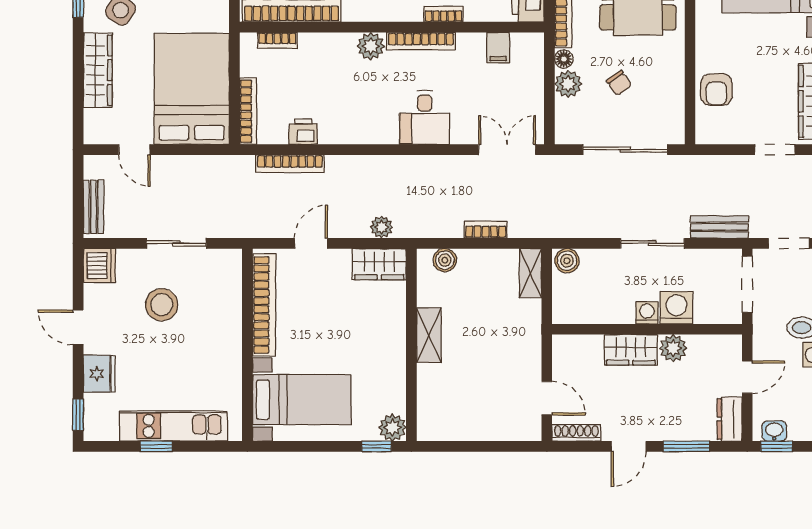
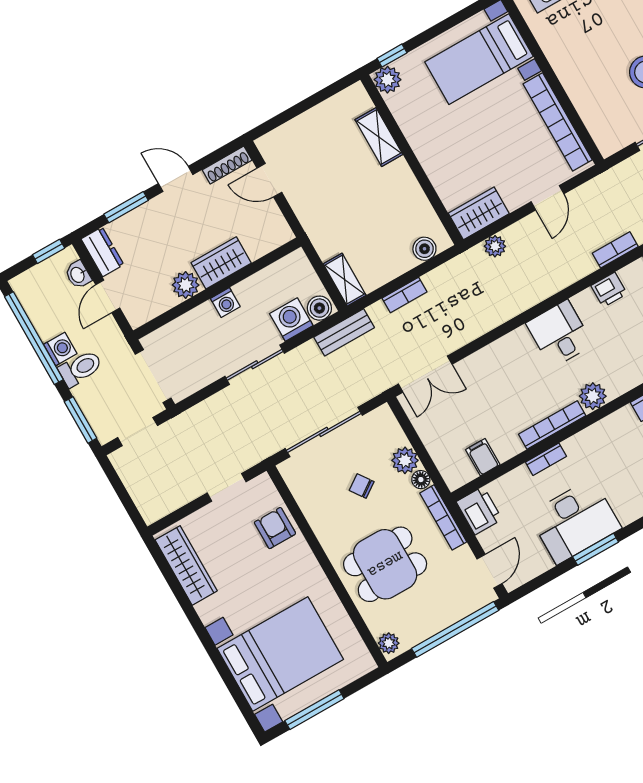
desk: (425, 118) -> (559, 334), moved
doorway: (775, 150) -> (227, 487), moved
bookcase: (290, 164) -> (615, 250), width x0.64
bench: (719, 227) -> (344, 332), moved
washing machine: (676, 308) -> (291, 320), moved, turned 180
shelving: (429, 335) -> (379, 137), moved
washbasin: (774, 431) -> (78, 275), moved, turned 90
door: (629, 446) -> (176, 179), hinge flipped

